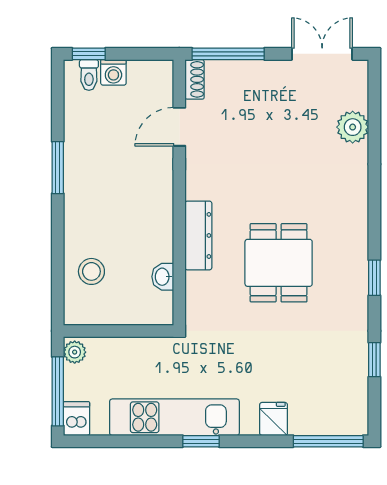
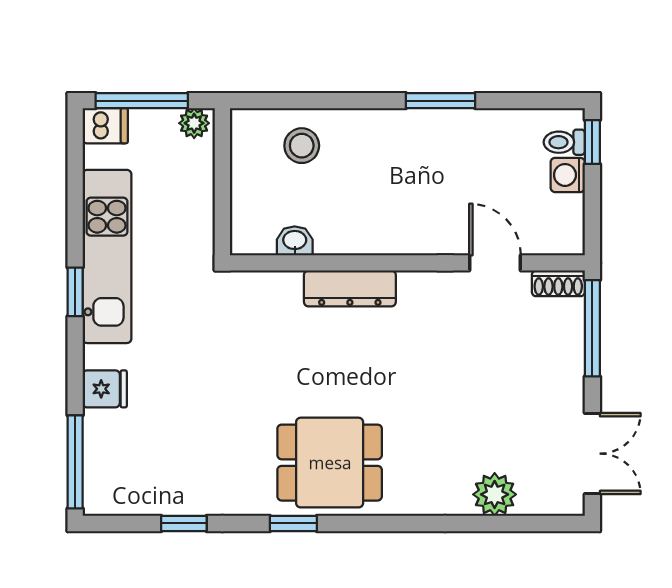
dining table: (279, 263) -> (330, 463), moved

